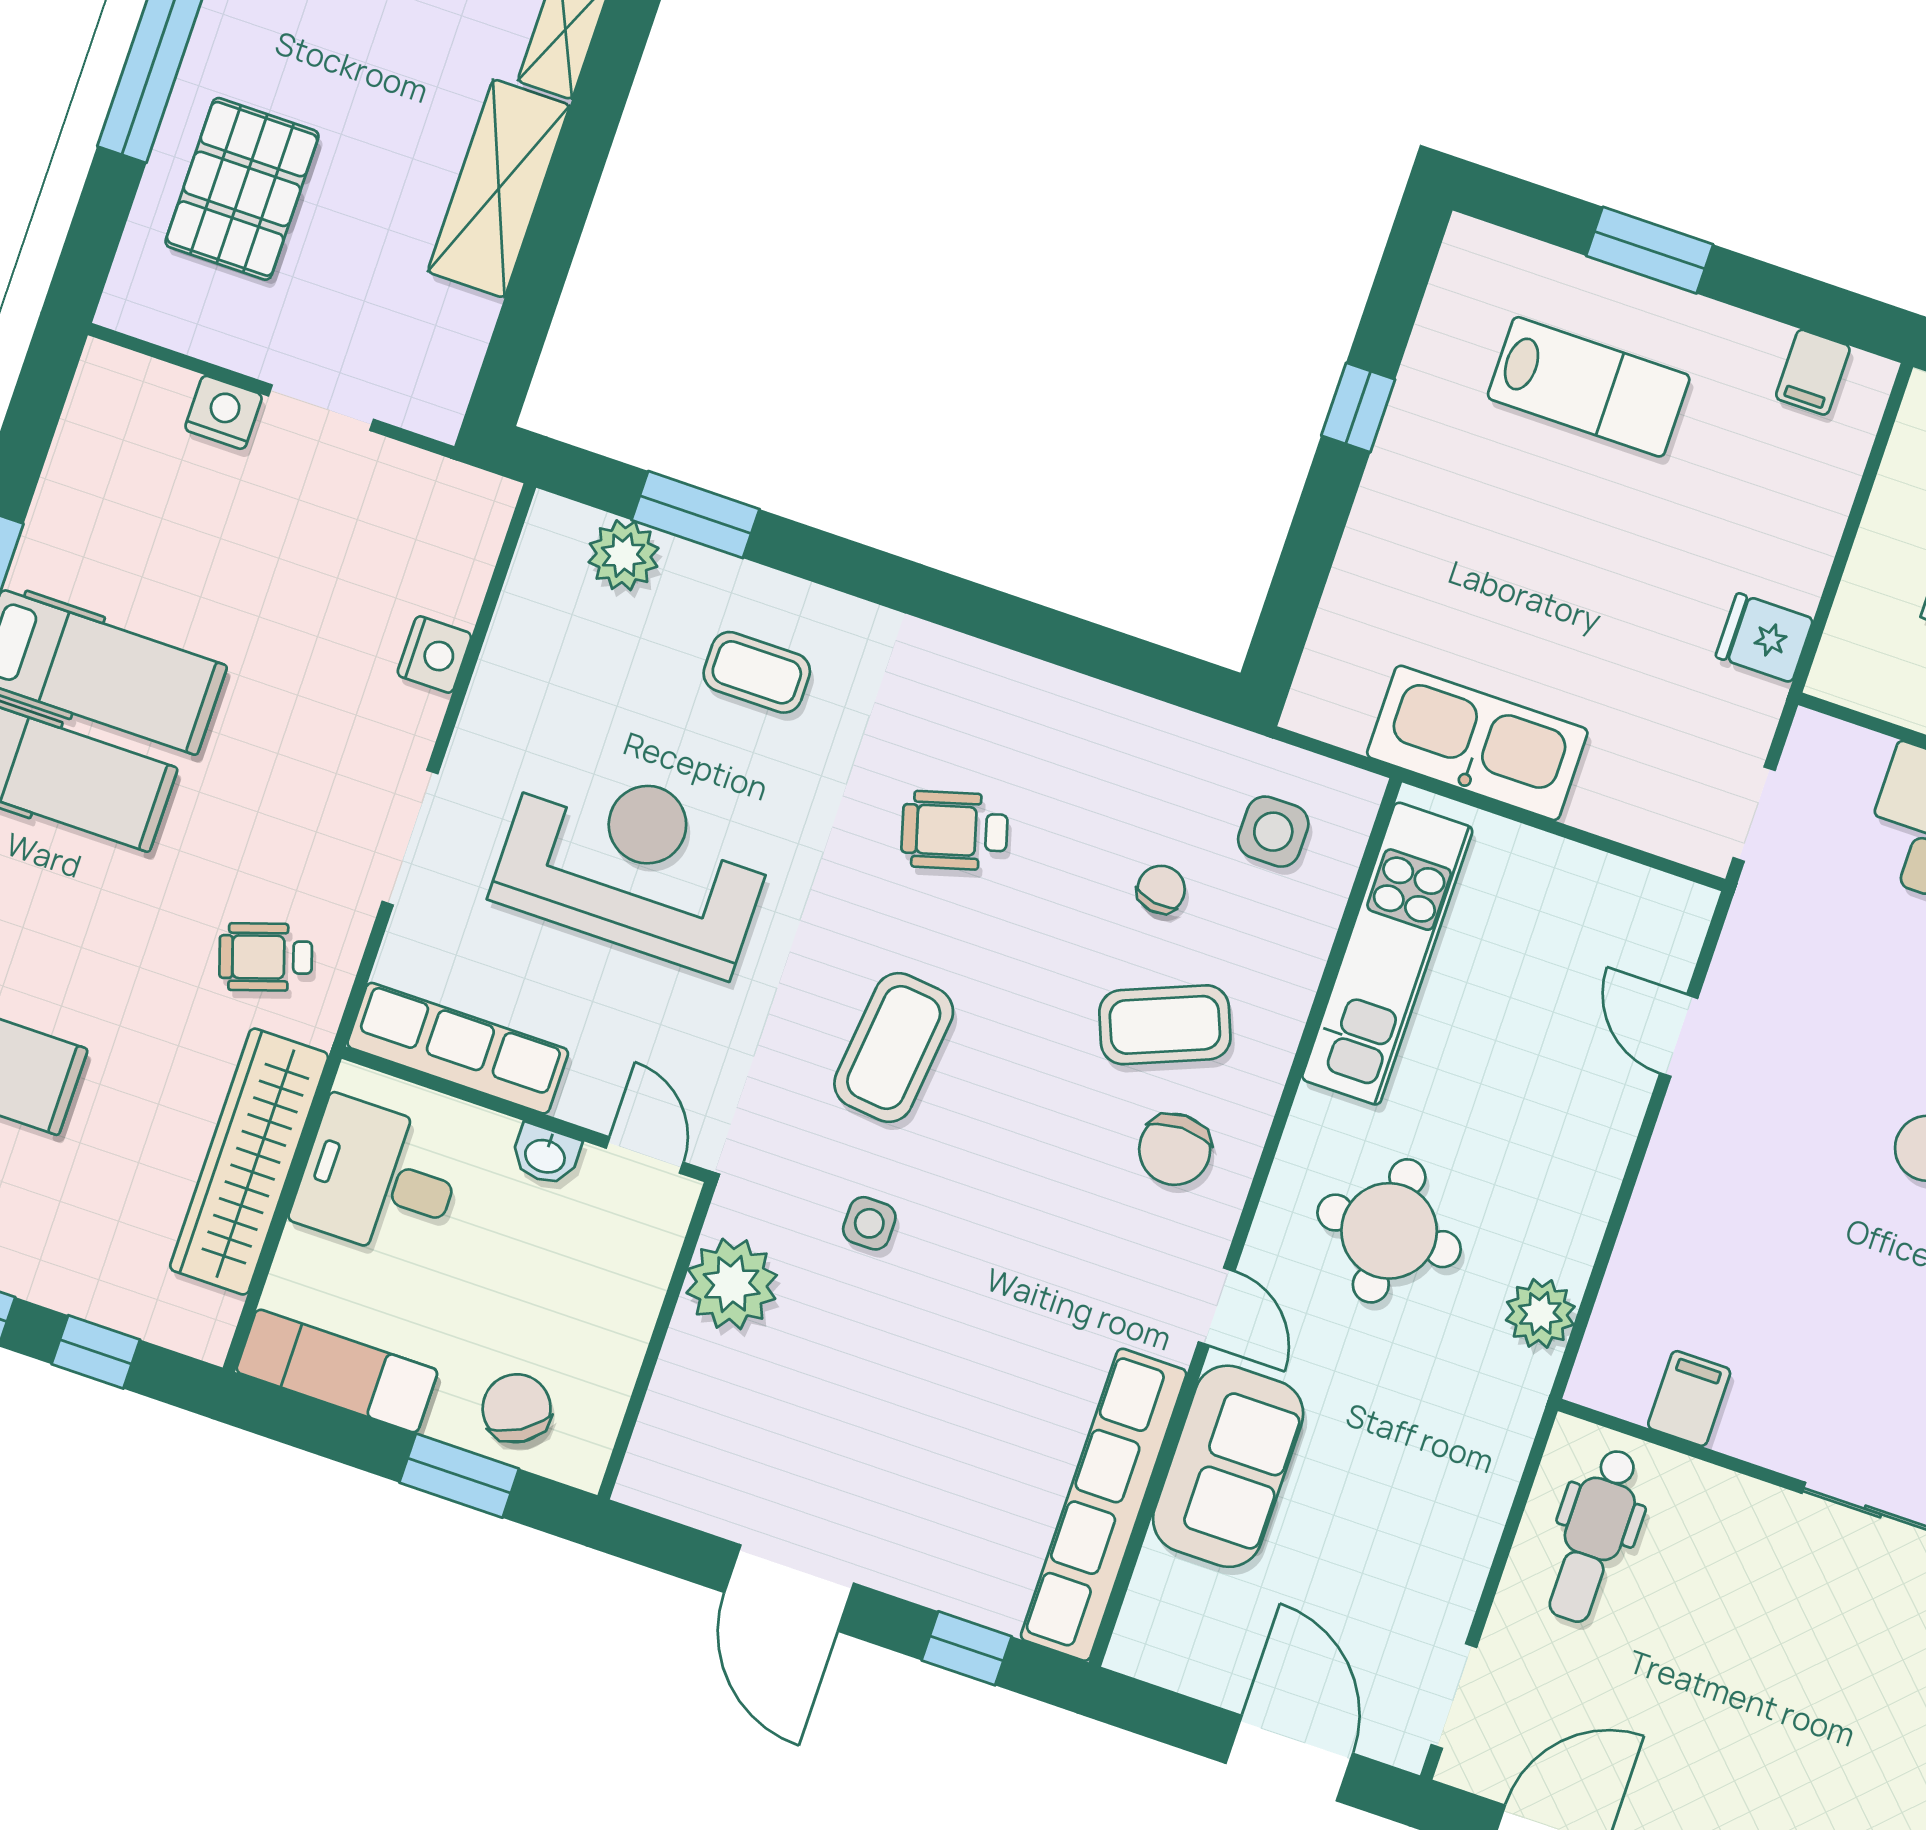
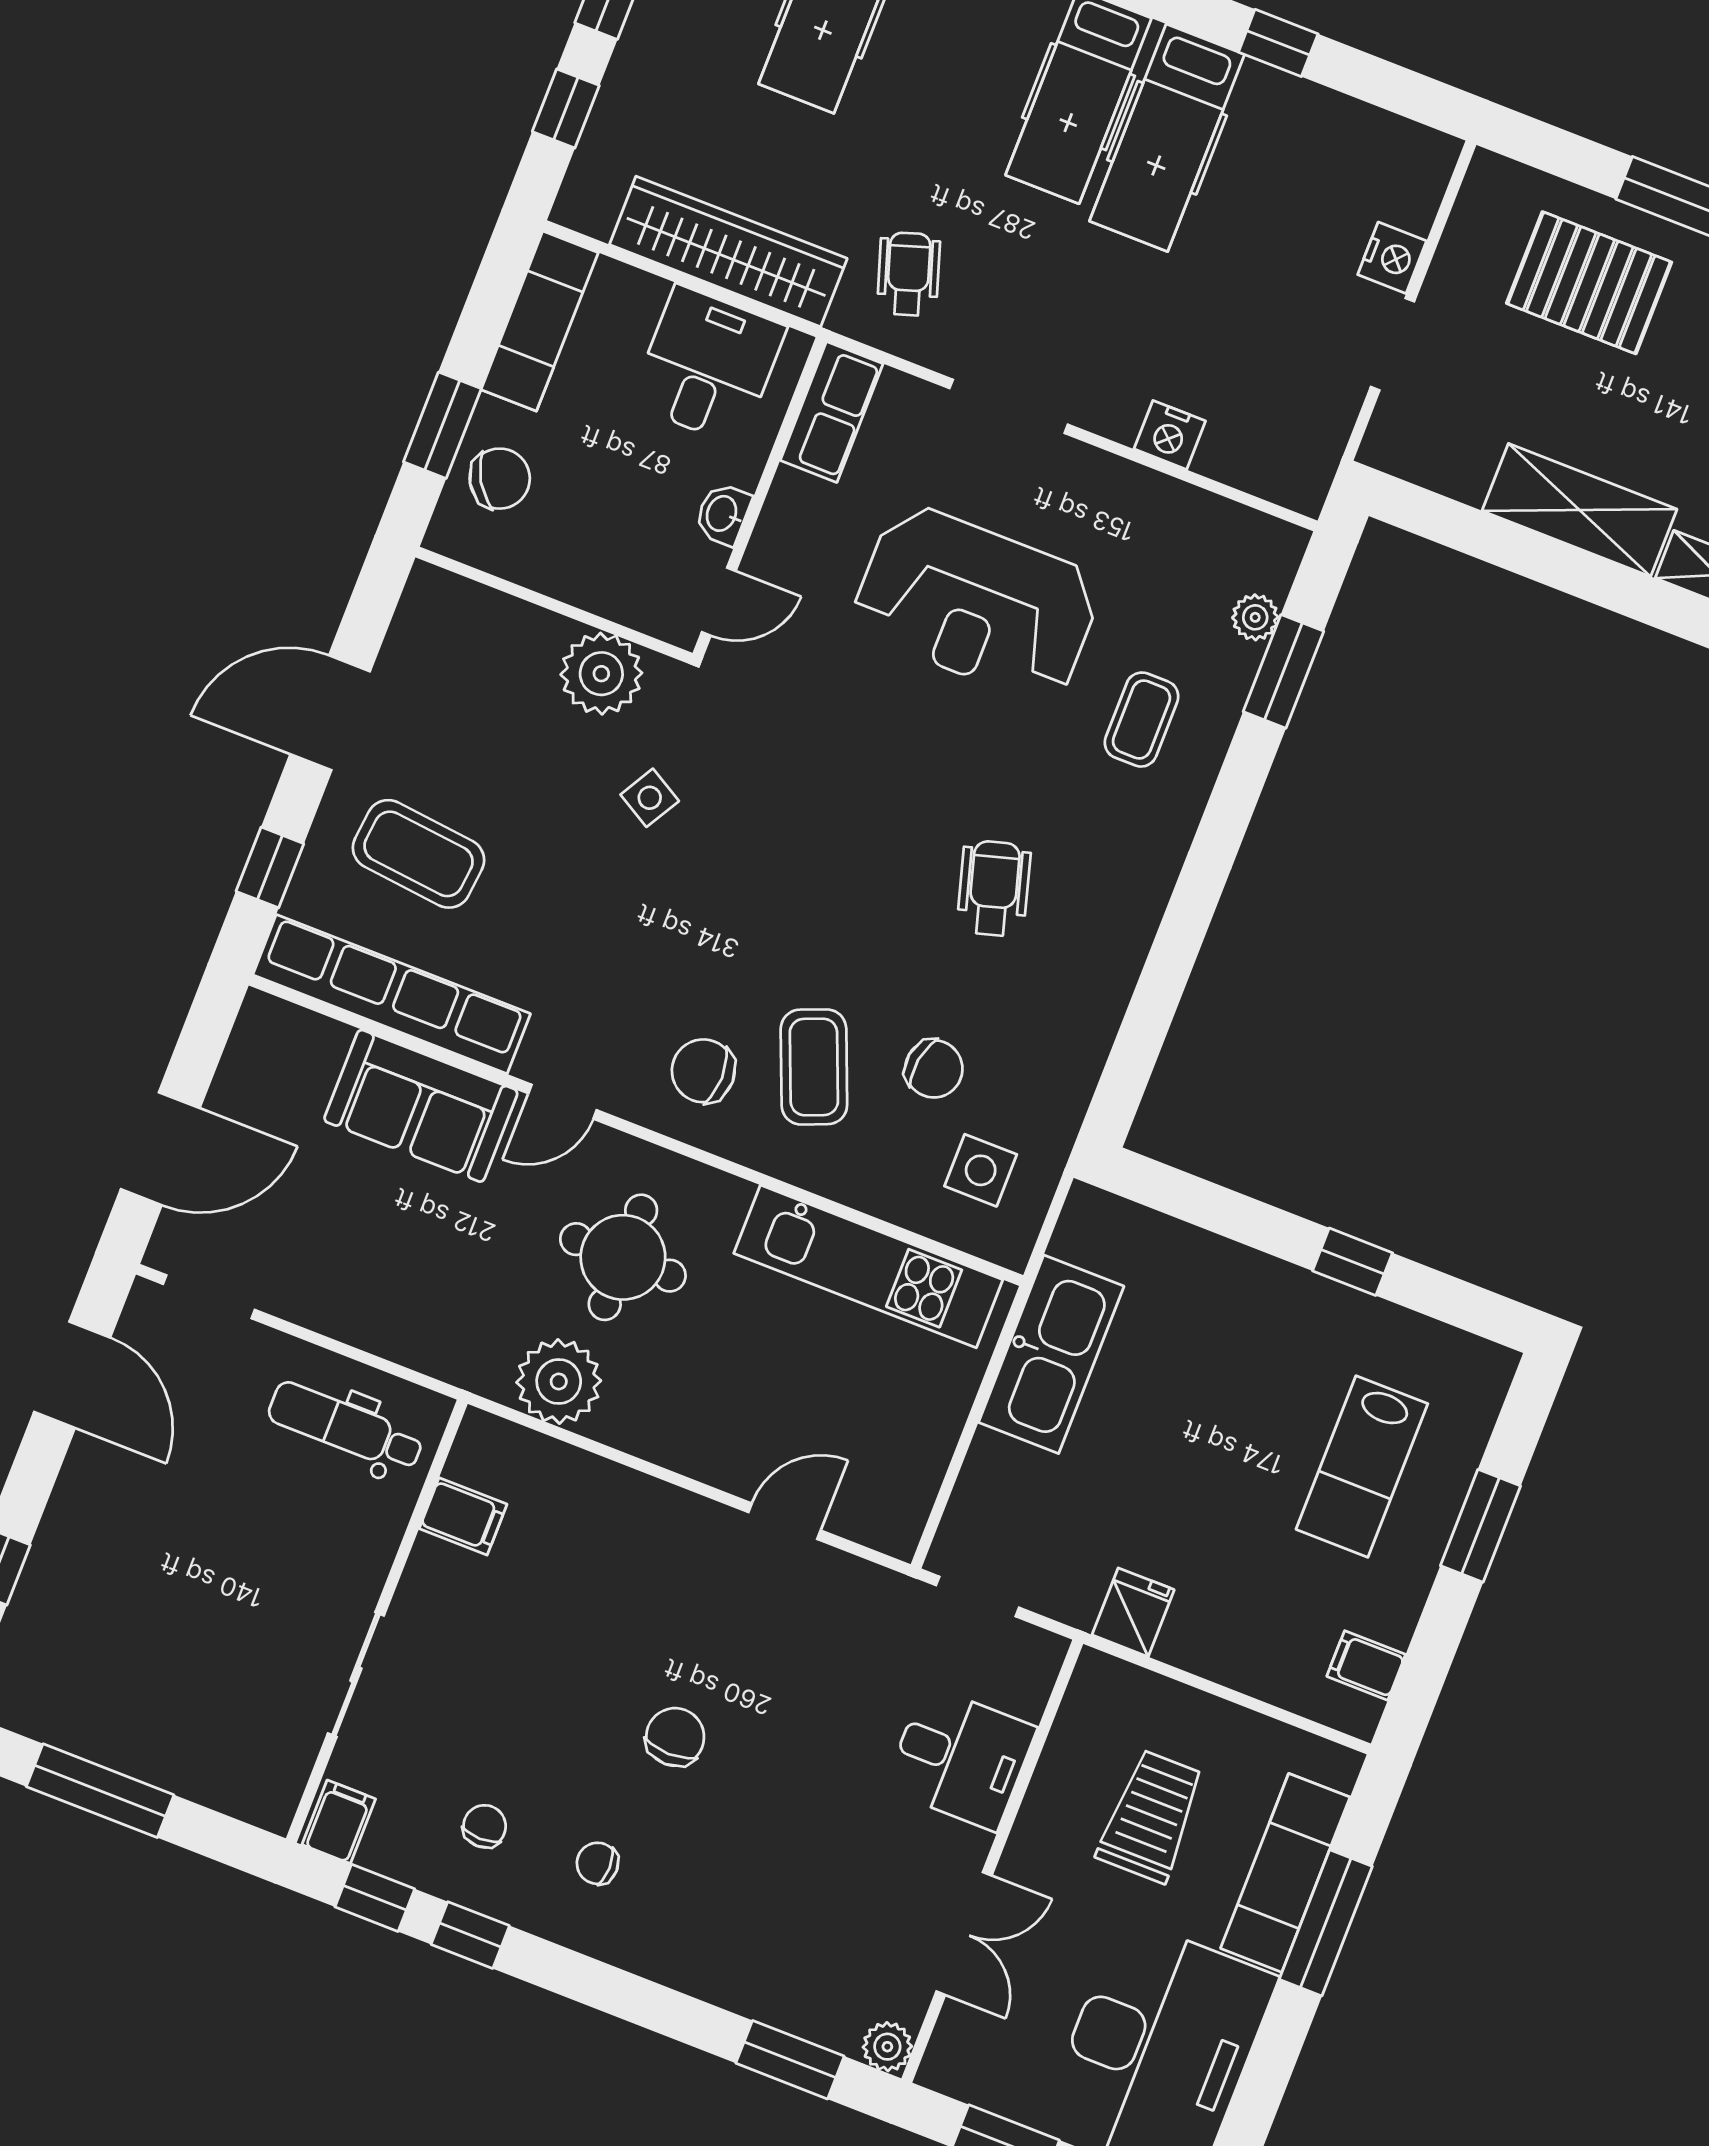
plant: (624, 555) -> (1255, 617), width x0.73, depth x0.73
reception desk: (634, 864) -> (976, 603), turned 90
chair: (1161, 889) -> (934, 1069), width x1.37, depth x1.37
coffee table: (894, 1047) -> (419, 854), moved
row of seats: (458, 1048) -> (832, 412), width x0.68
side table: (869, 1223) -> (650, 798), turned 30
plant: (1540, 1313) -> (559, 1382), width x1.36, depth x1.36

